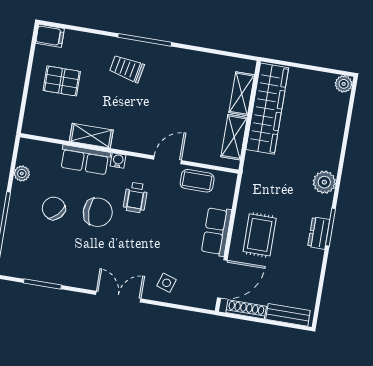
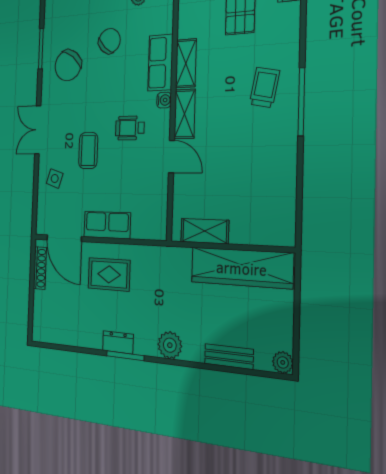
shelving: (242, 94) -> (185, 114), moved, turned 90
coffee table: (197, 181) -> (88, 151), moved
chair: (98, 212) -> (68, 65), moved, turned 38
double door: (118, 297) -> (38, 130), swing flipped
bench: (288, 315) -> (229, 356), moved, turned 90

